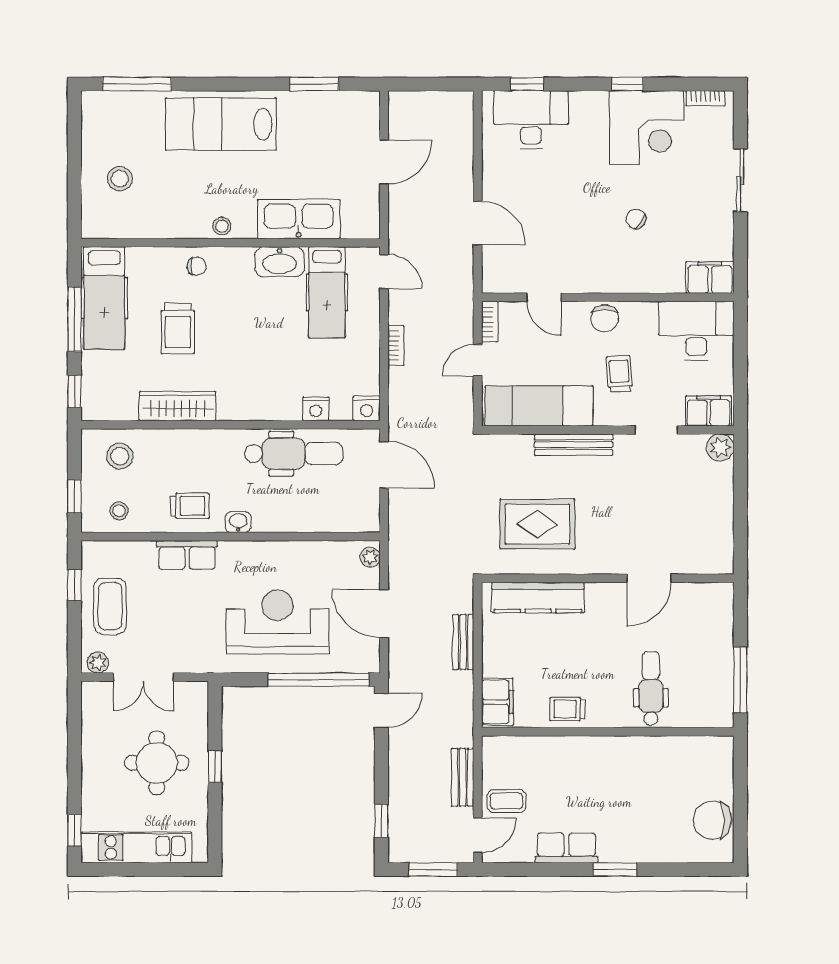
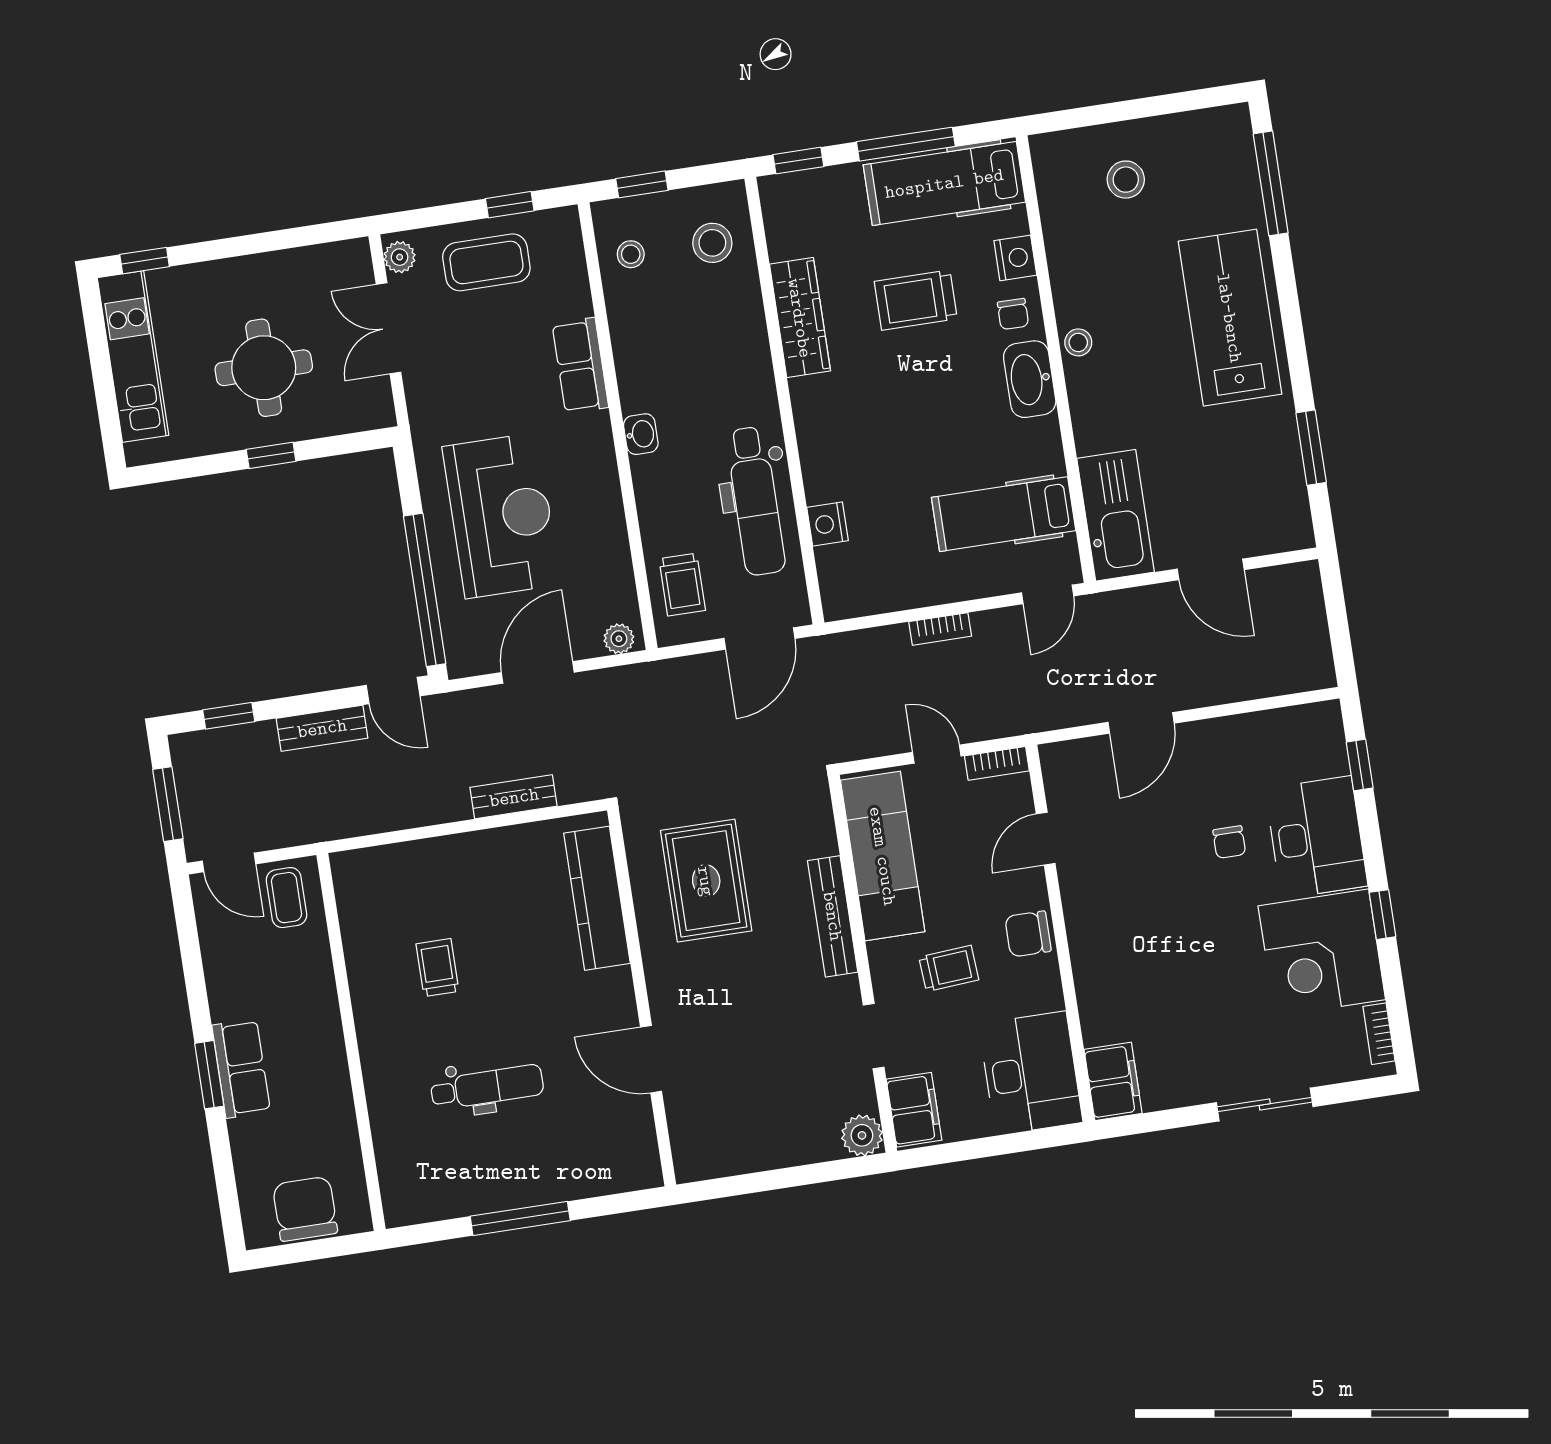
desk: (531, 120) -> (1316, 837), moved
kitchen sink: (299, 219) -> (1116, 515), moved
chair: (636, 219) -> (1229, 842), moved, turned 145
washbasin: (280, 262) -> (1030, 379), moved
nightstand: (367, 408) -> (1015, 258), moved, turned 180
trolley: (190, 506) -> (682, 585), moved
filing cabinet: (497, 702) -> (432, 861), removed
wall: (608, 732) -> (351, 1042), moved
bench: (463, 777) -> (322, 728), moved
row of seats: (566, 848) -> (241, 1068), moved

